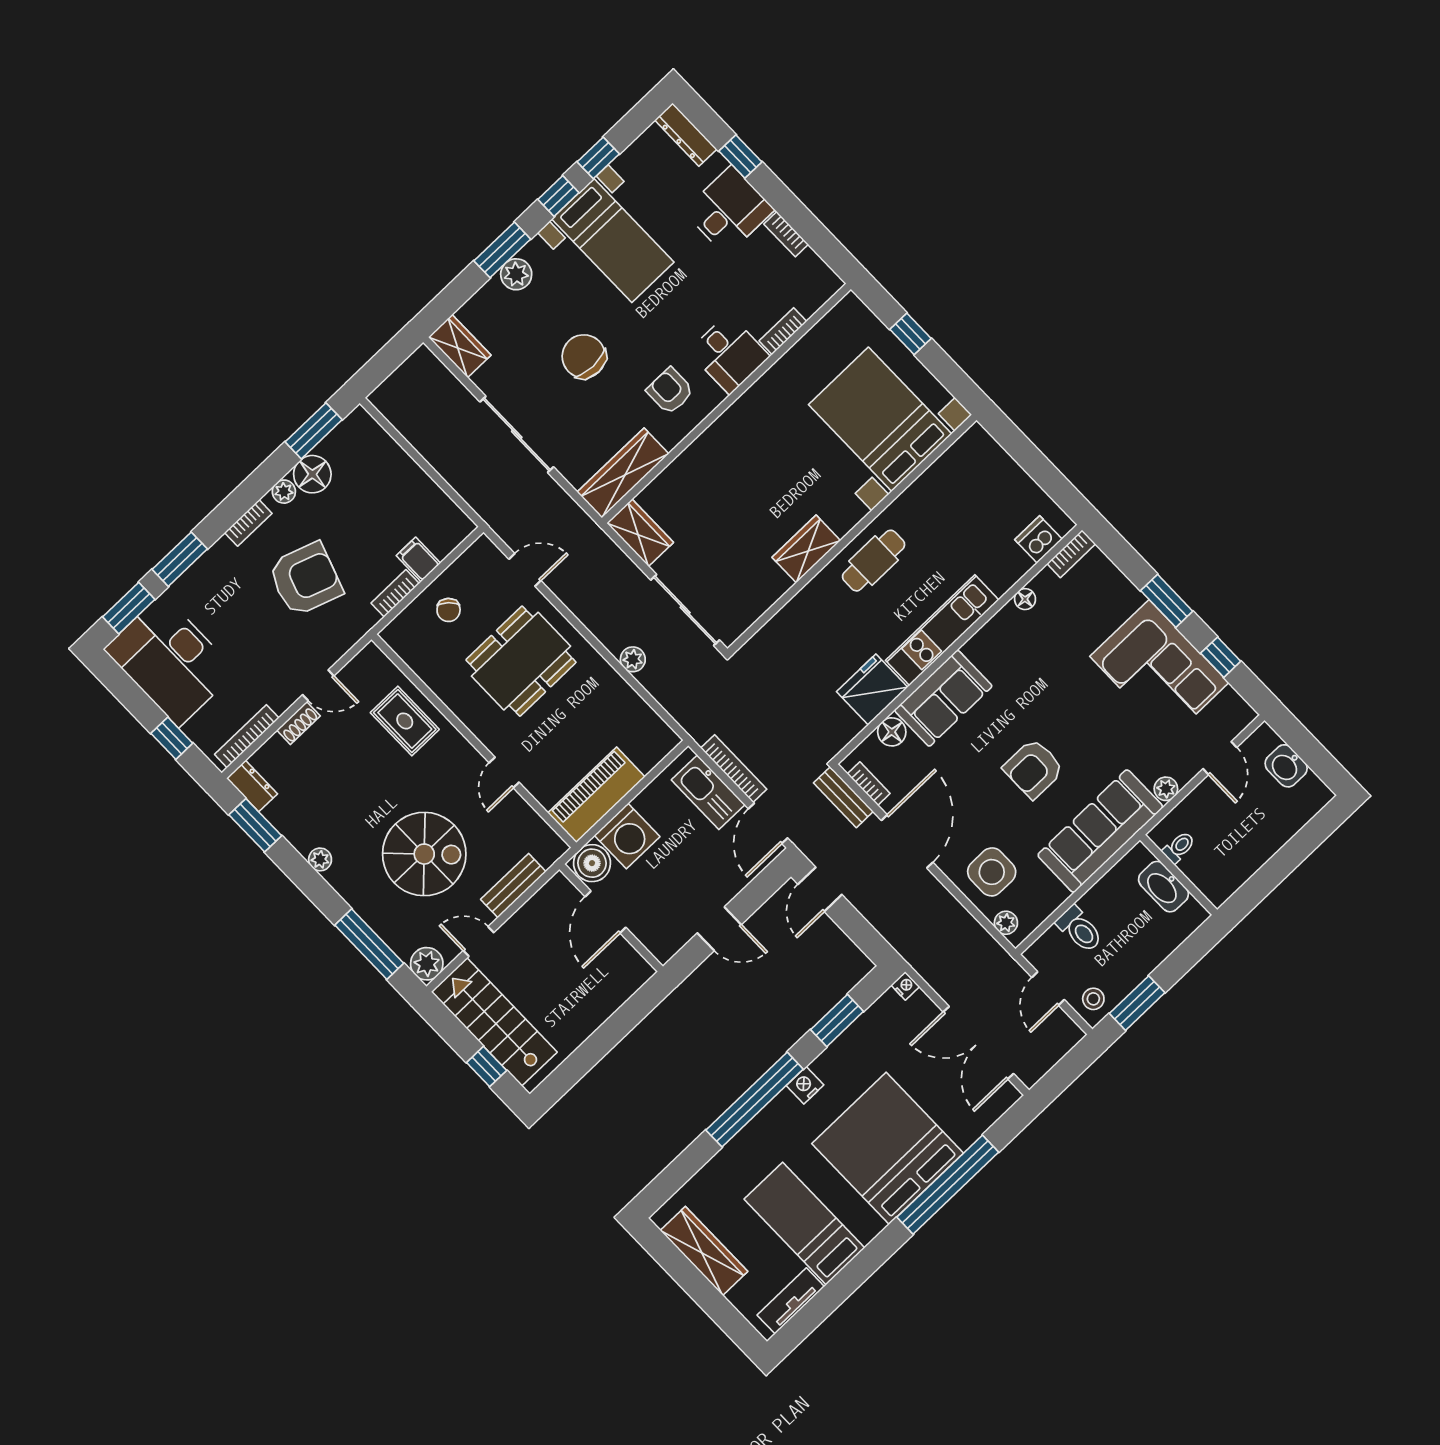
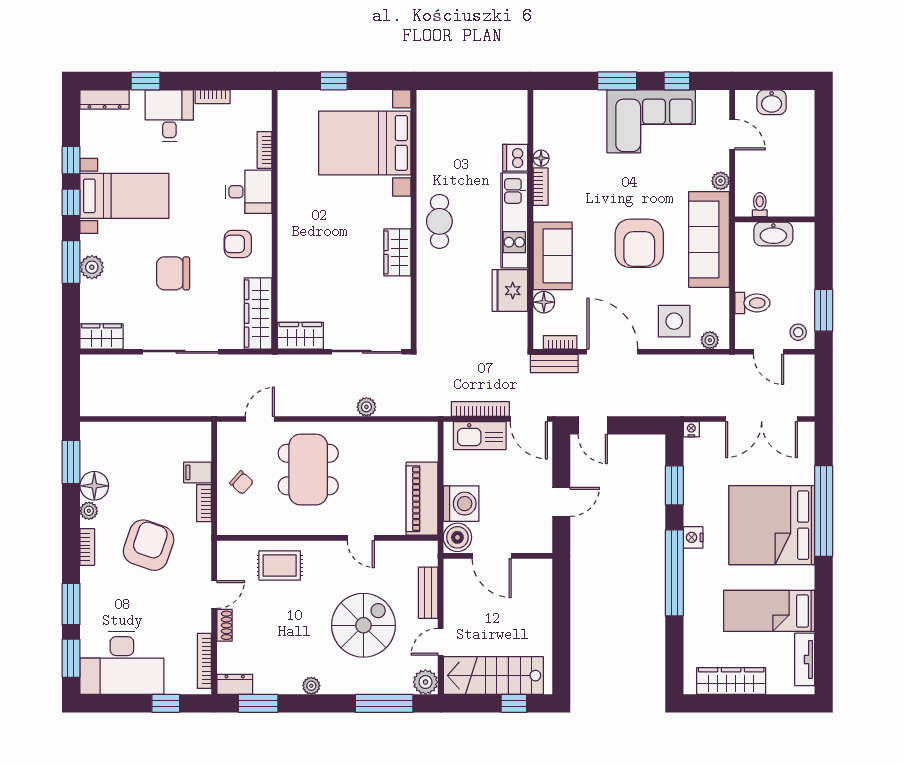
dishwasher: (1038, 539) -> (515, 158), moved
bookcase: (1071, 554) -> (541, 187), moved
armchair: (1034, 769) -> (639, 243), width x1.36, depth x1.36

